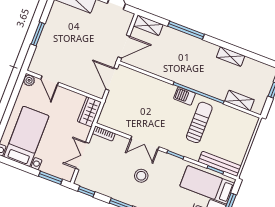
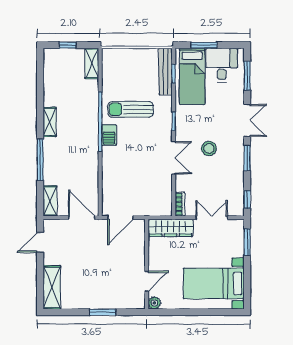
shelving: (231, 57) -> (50, 122), moved
shelving: (239, 100) -> (92, 63), moved
wardrobe: (89, 112) -> (171, 228), width x1.50
double door: (82, 156) -> (212, 218), swing flipped

